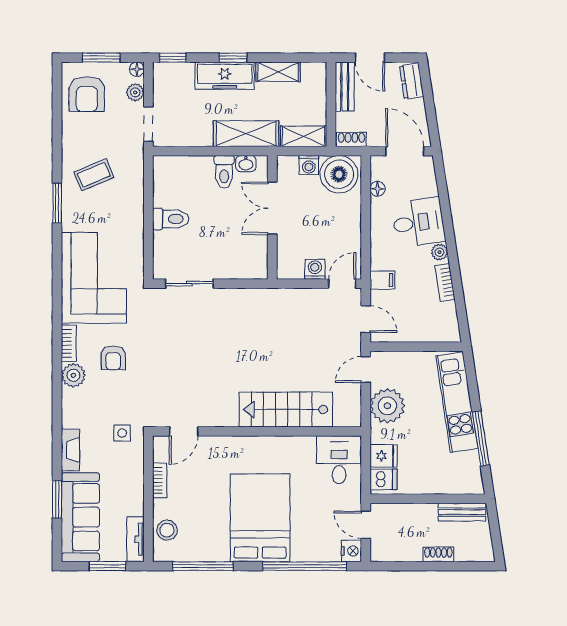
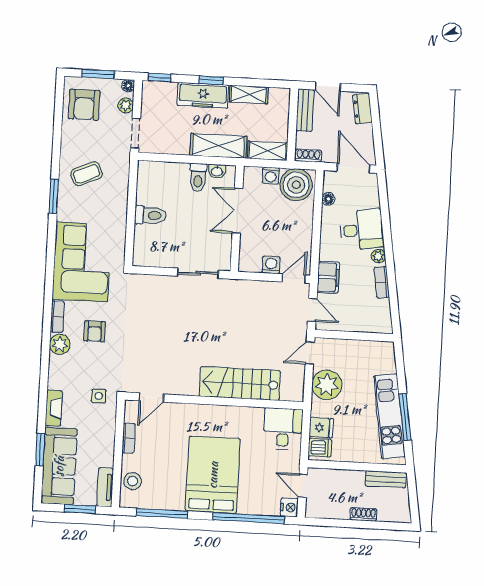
filing cabinet: (382, 280) -> (328, 277), width x2.00
sliding door: (189, 284) -> (198, 273), moved
kitchen unit: (457, 402) -> (389, 416), moved

